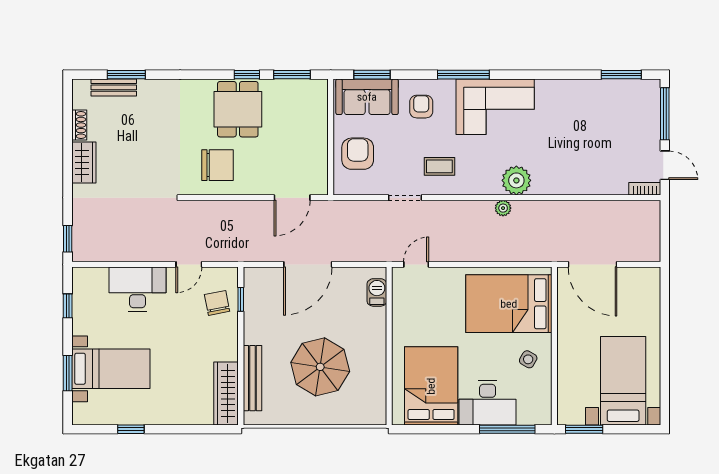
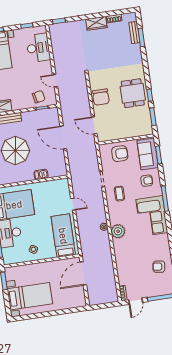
armchair: (601, 107) -> (159, 267), added
dining table: (238, 109) -> (133, 93), turned 90
chair: (218, 165) -> (101, 97), moved
door: (416, 264) -> (73, 204), moved
desk: (137, 289) -> (38, 48), moved
barbecue: (377, 292) -> (41, 174), moved
bed: (509, 304) -> (63, 236), width x0.67

